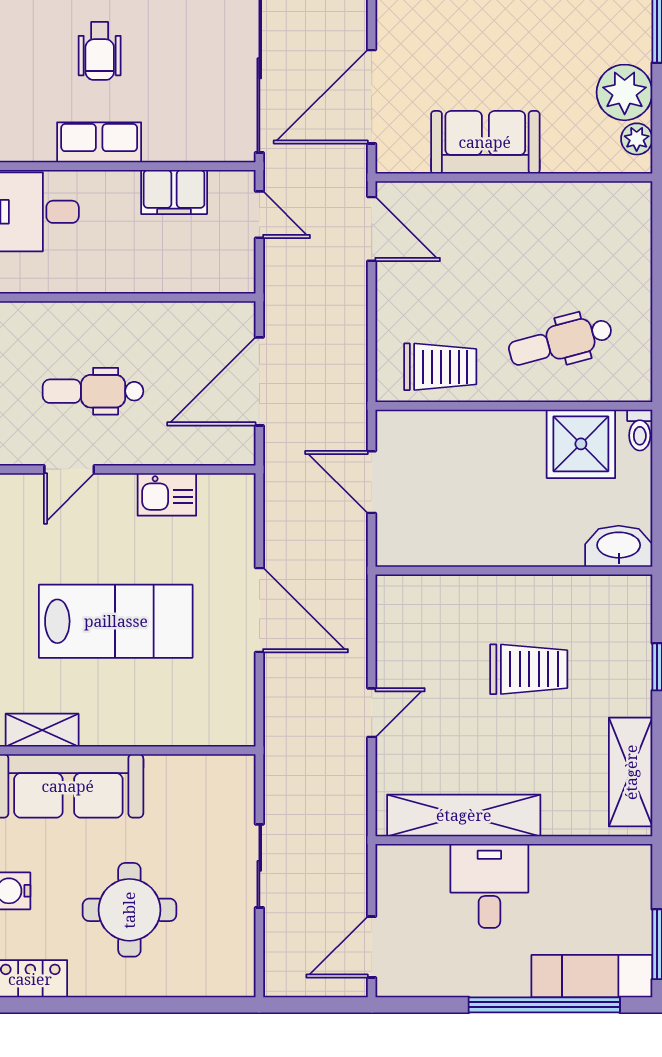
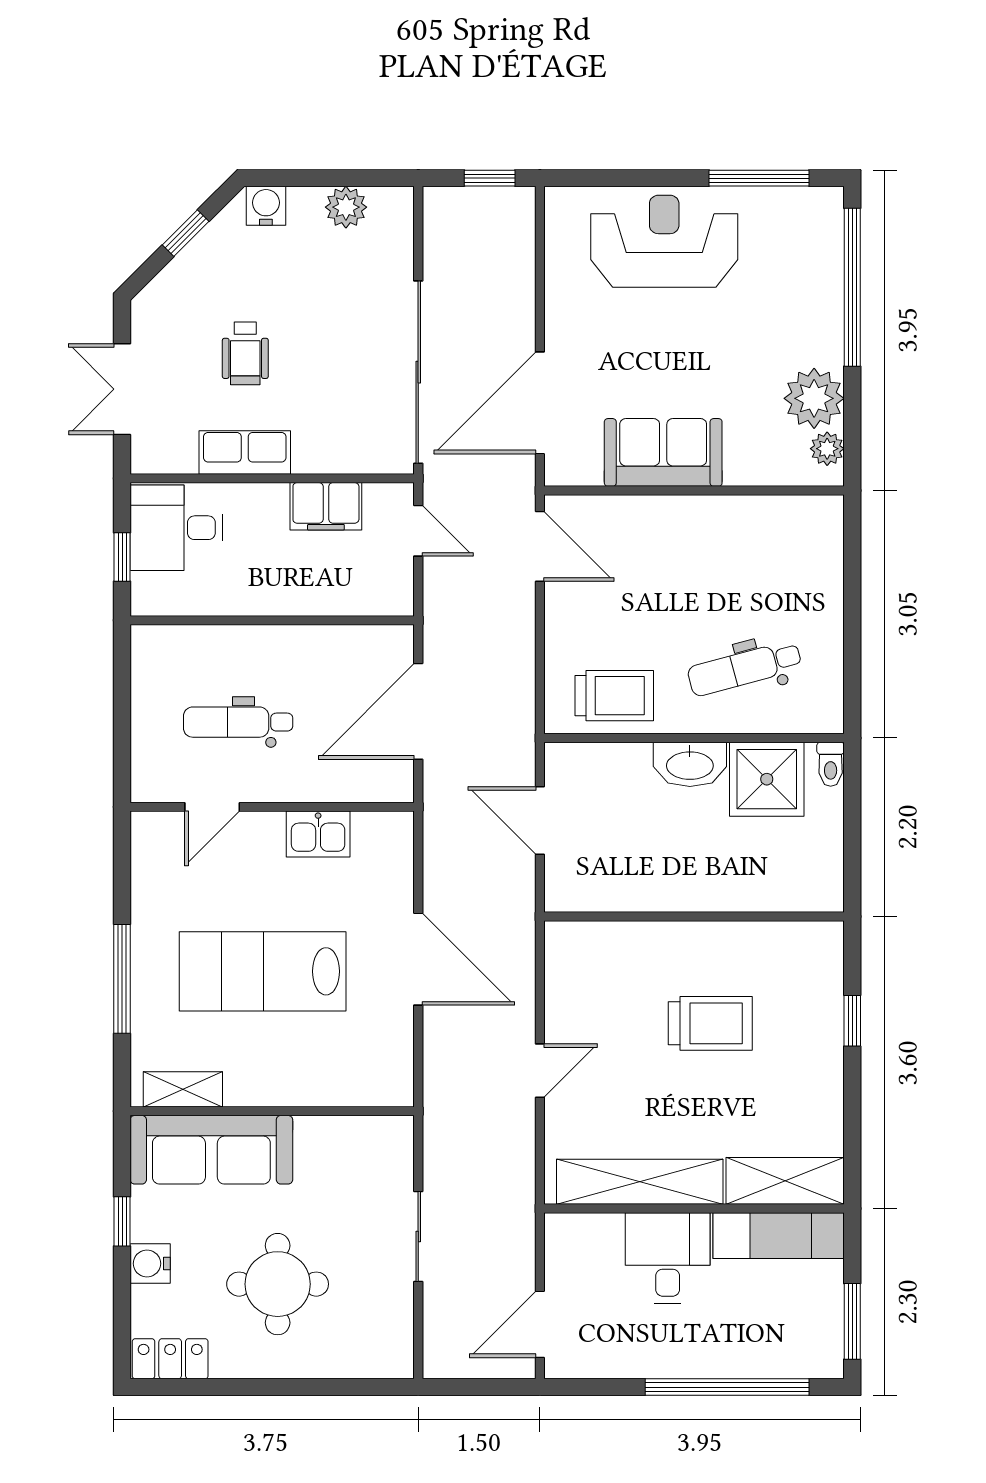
washbasin: (619, 546) -> (690, 764), moved, turned 180
lab bench: (116, 621) -> (263, 971), turned 180
shelving: (631, 772) -> (785, 1181), moved, turned 90
exam couch: (592, 976) -> (779, 1236), moved, turned 180

